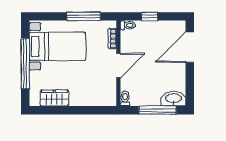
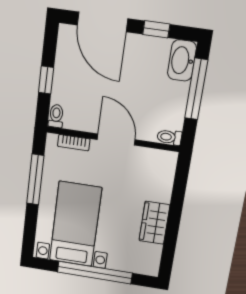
window: (190, 80) -> (156, 29), added
wardrobe: (54, 98) -> (154, 223), moved

